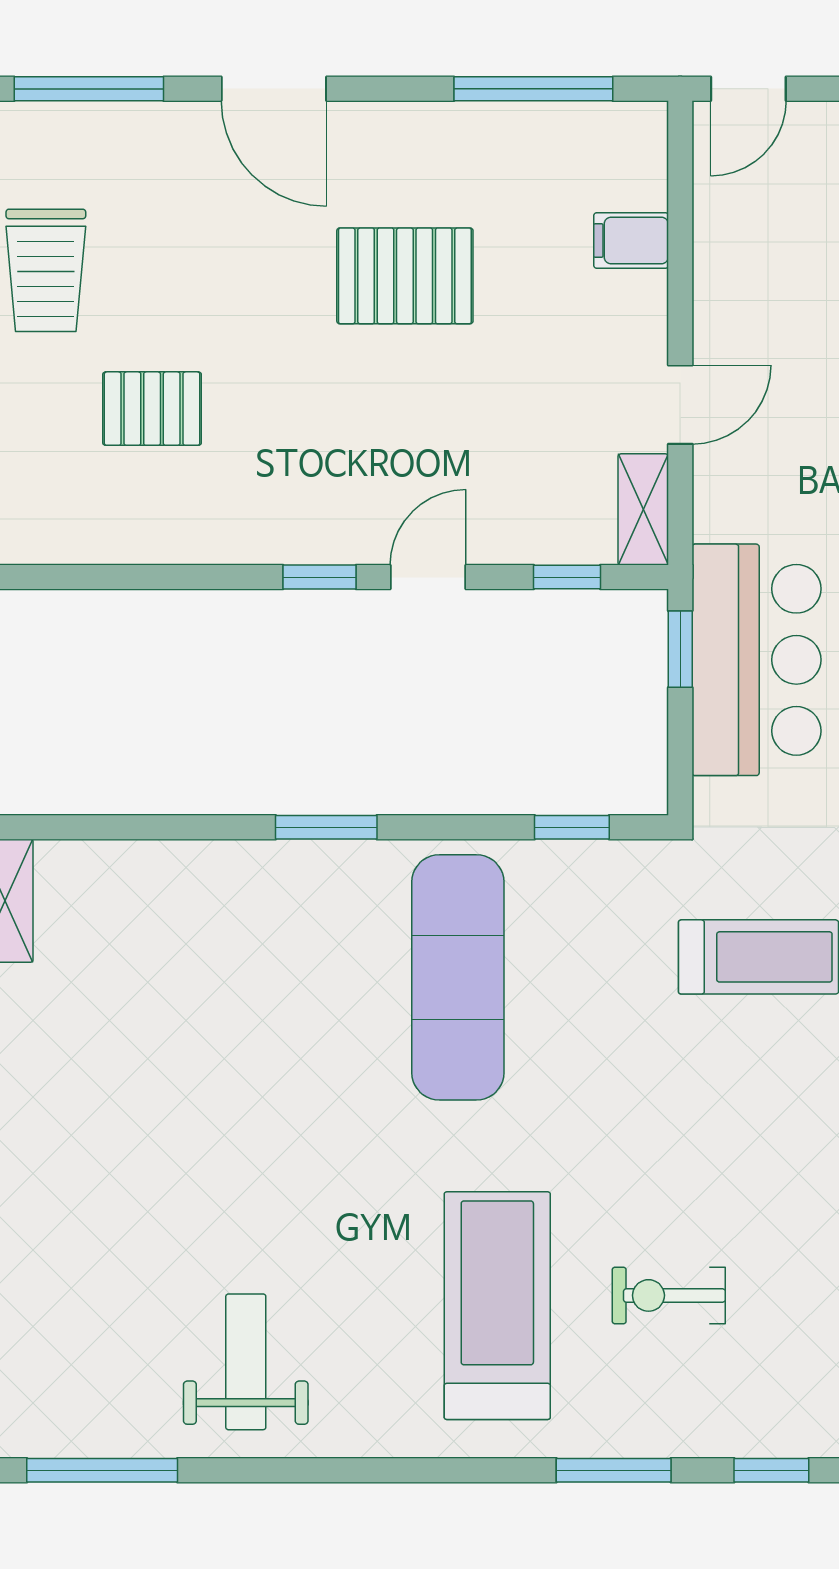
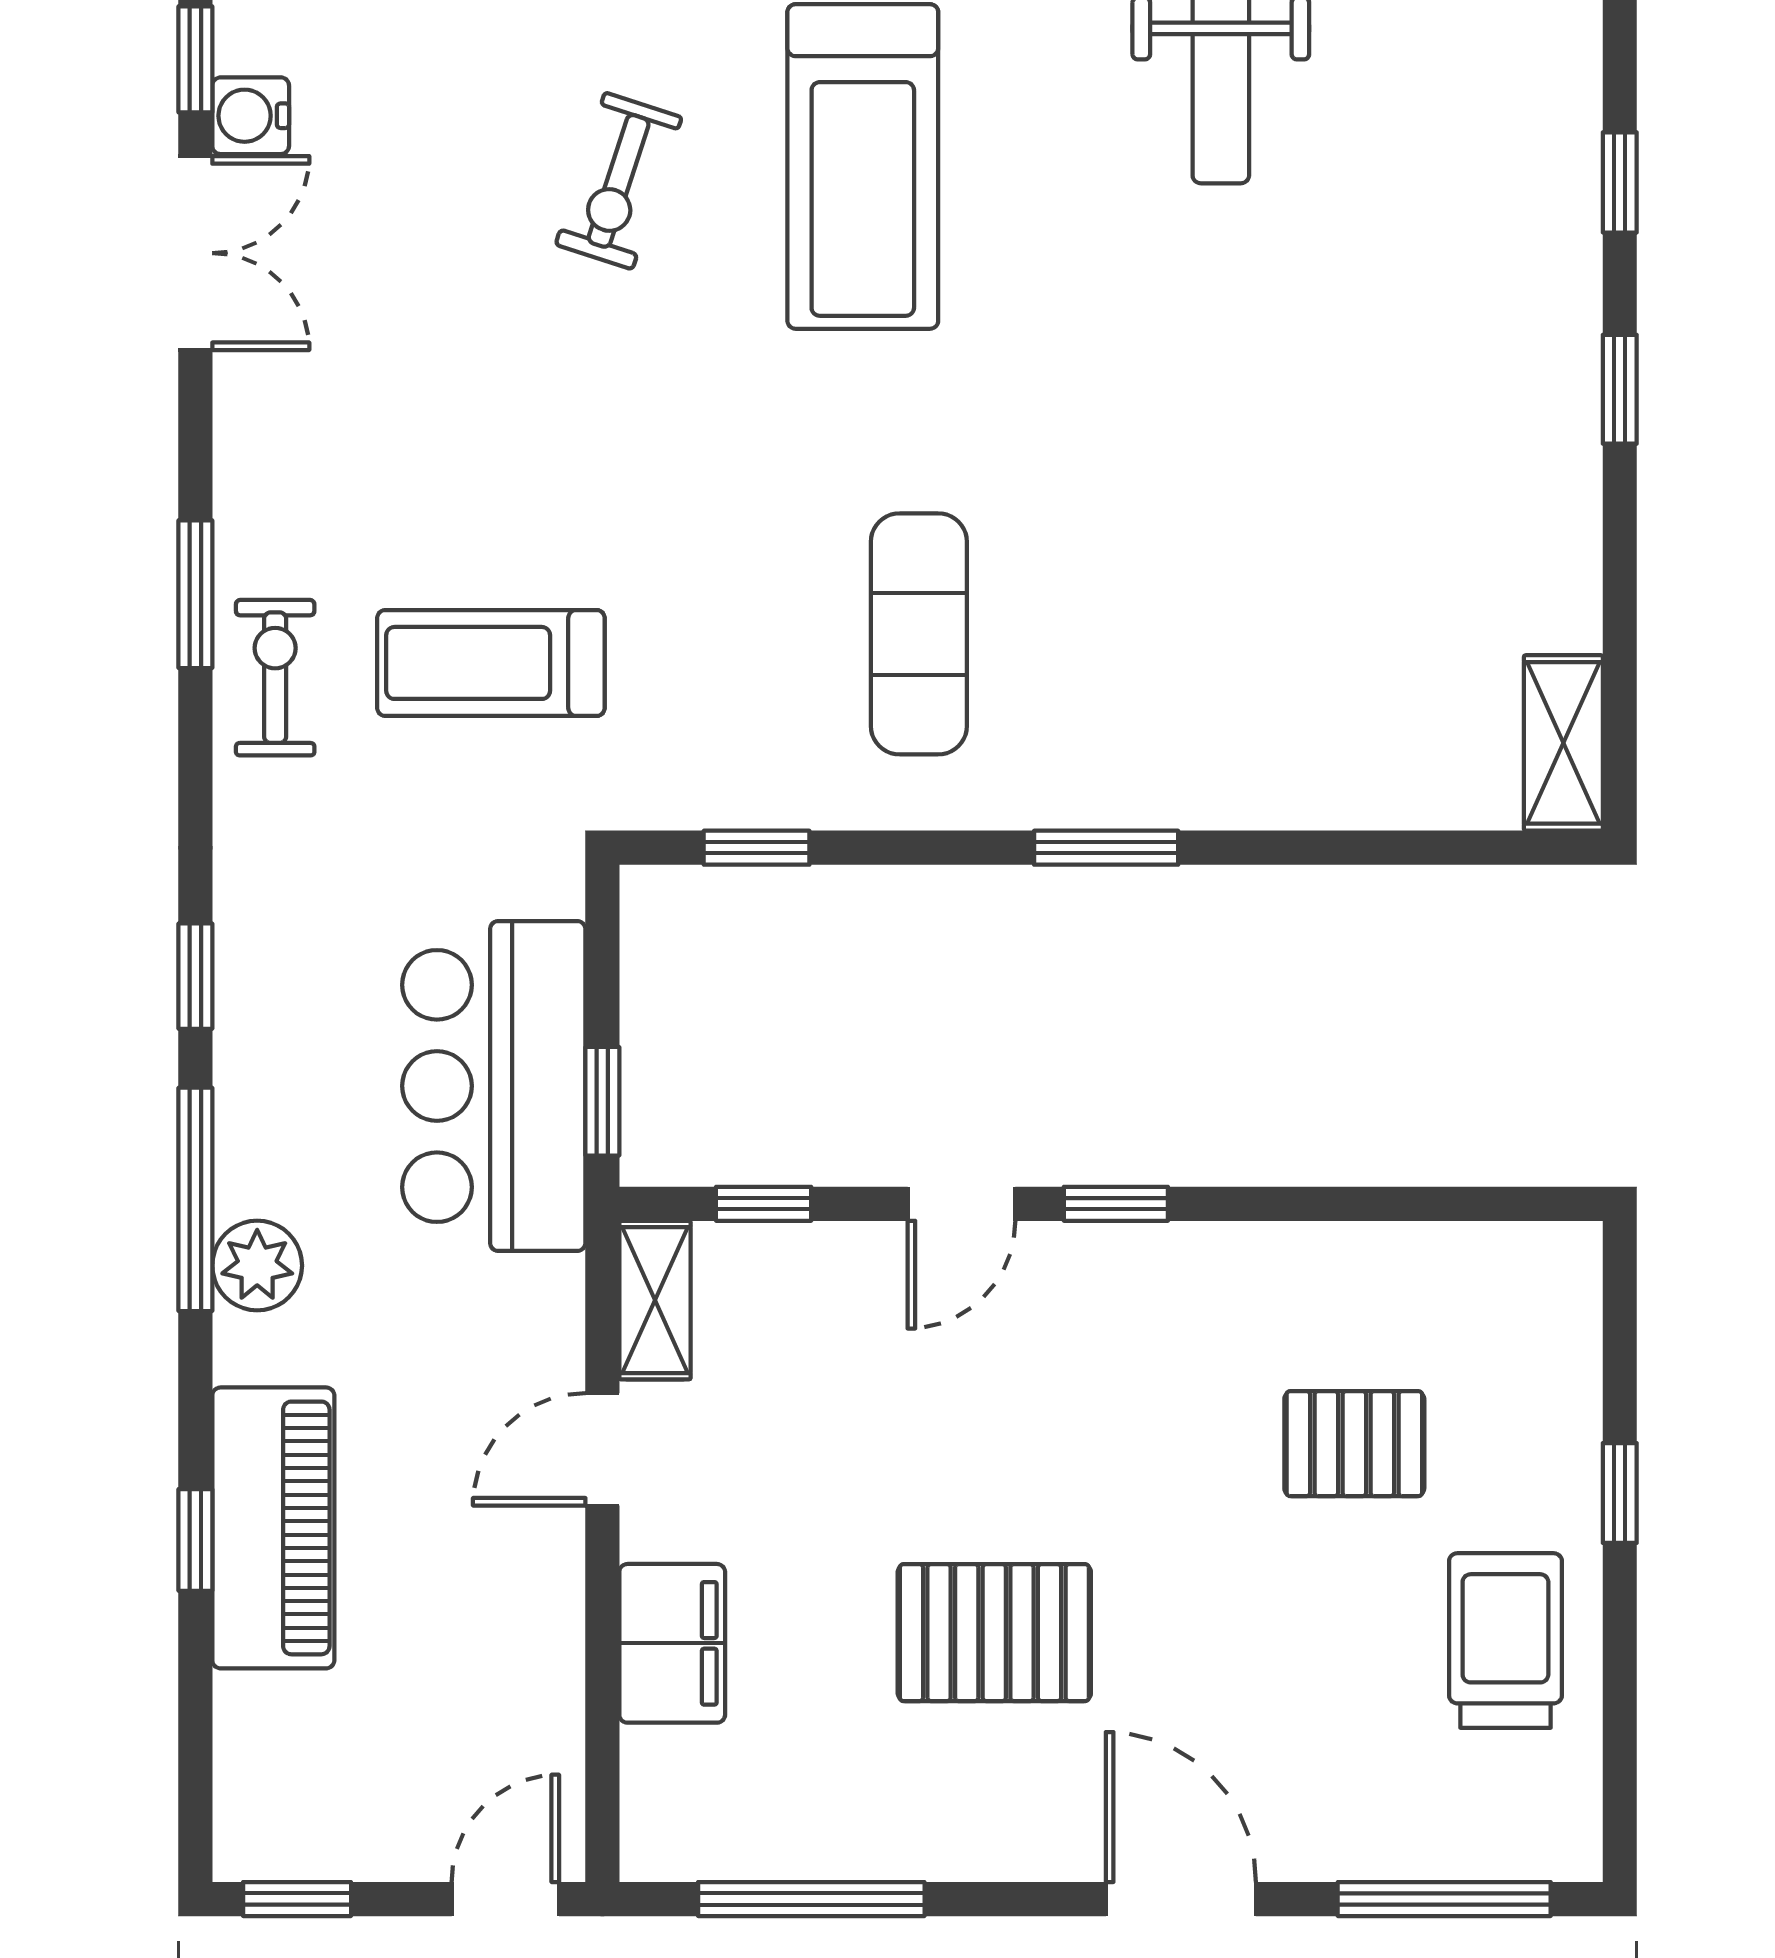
filing cabinet: (631, 240) -> (672, 1643), width x2.00
exercise mat: (458, 977) -> (919, 634), width x0.73, depth x0.69
exercise bike: (669, 1295) -> (619, 181), turned 108

